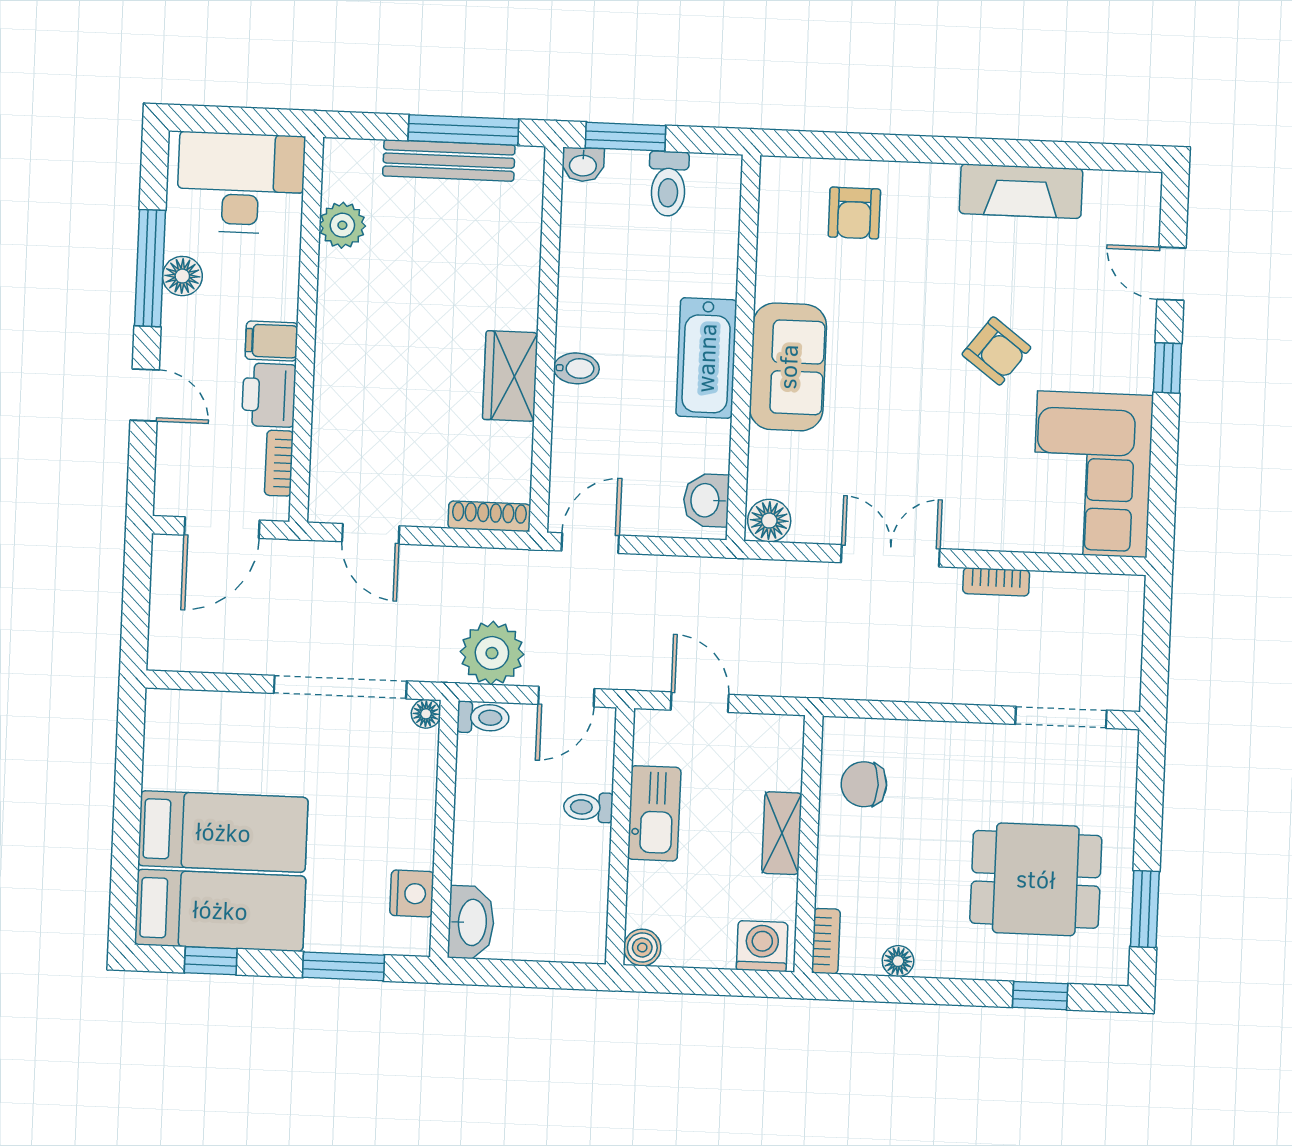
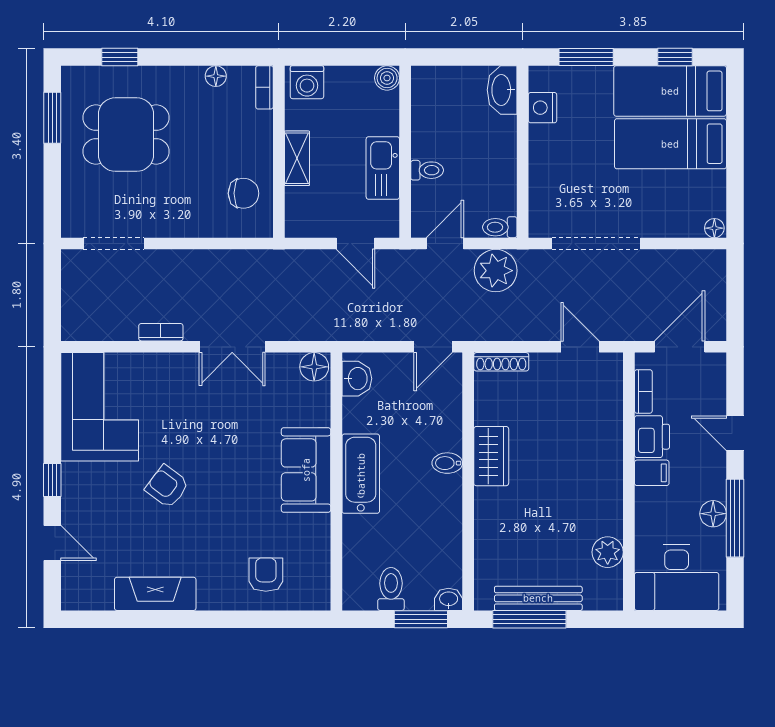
floor lamp: (426, 714) -> (714, 228), moved

